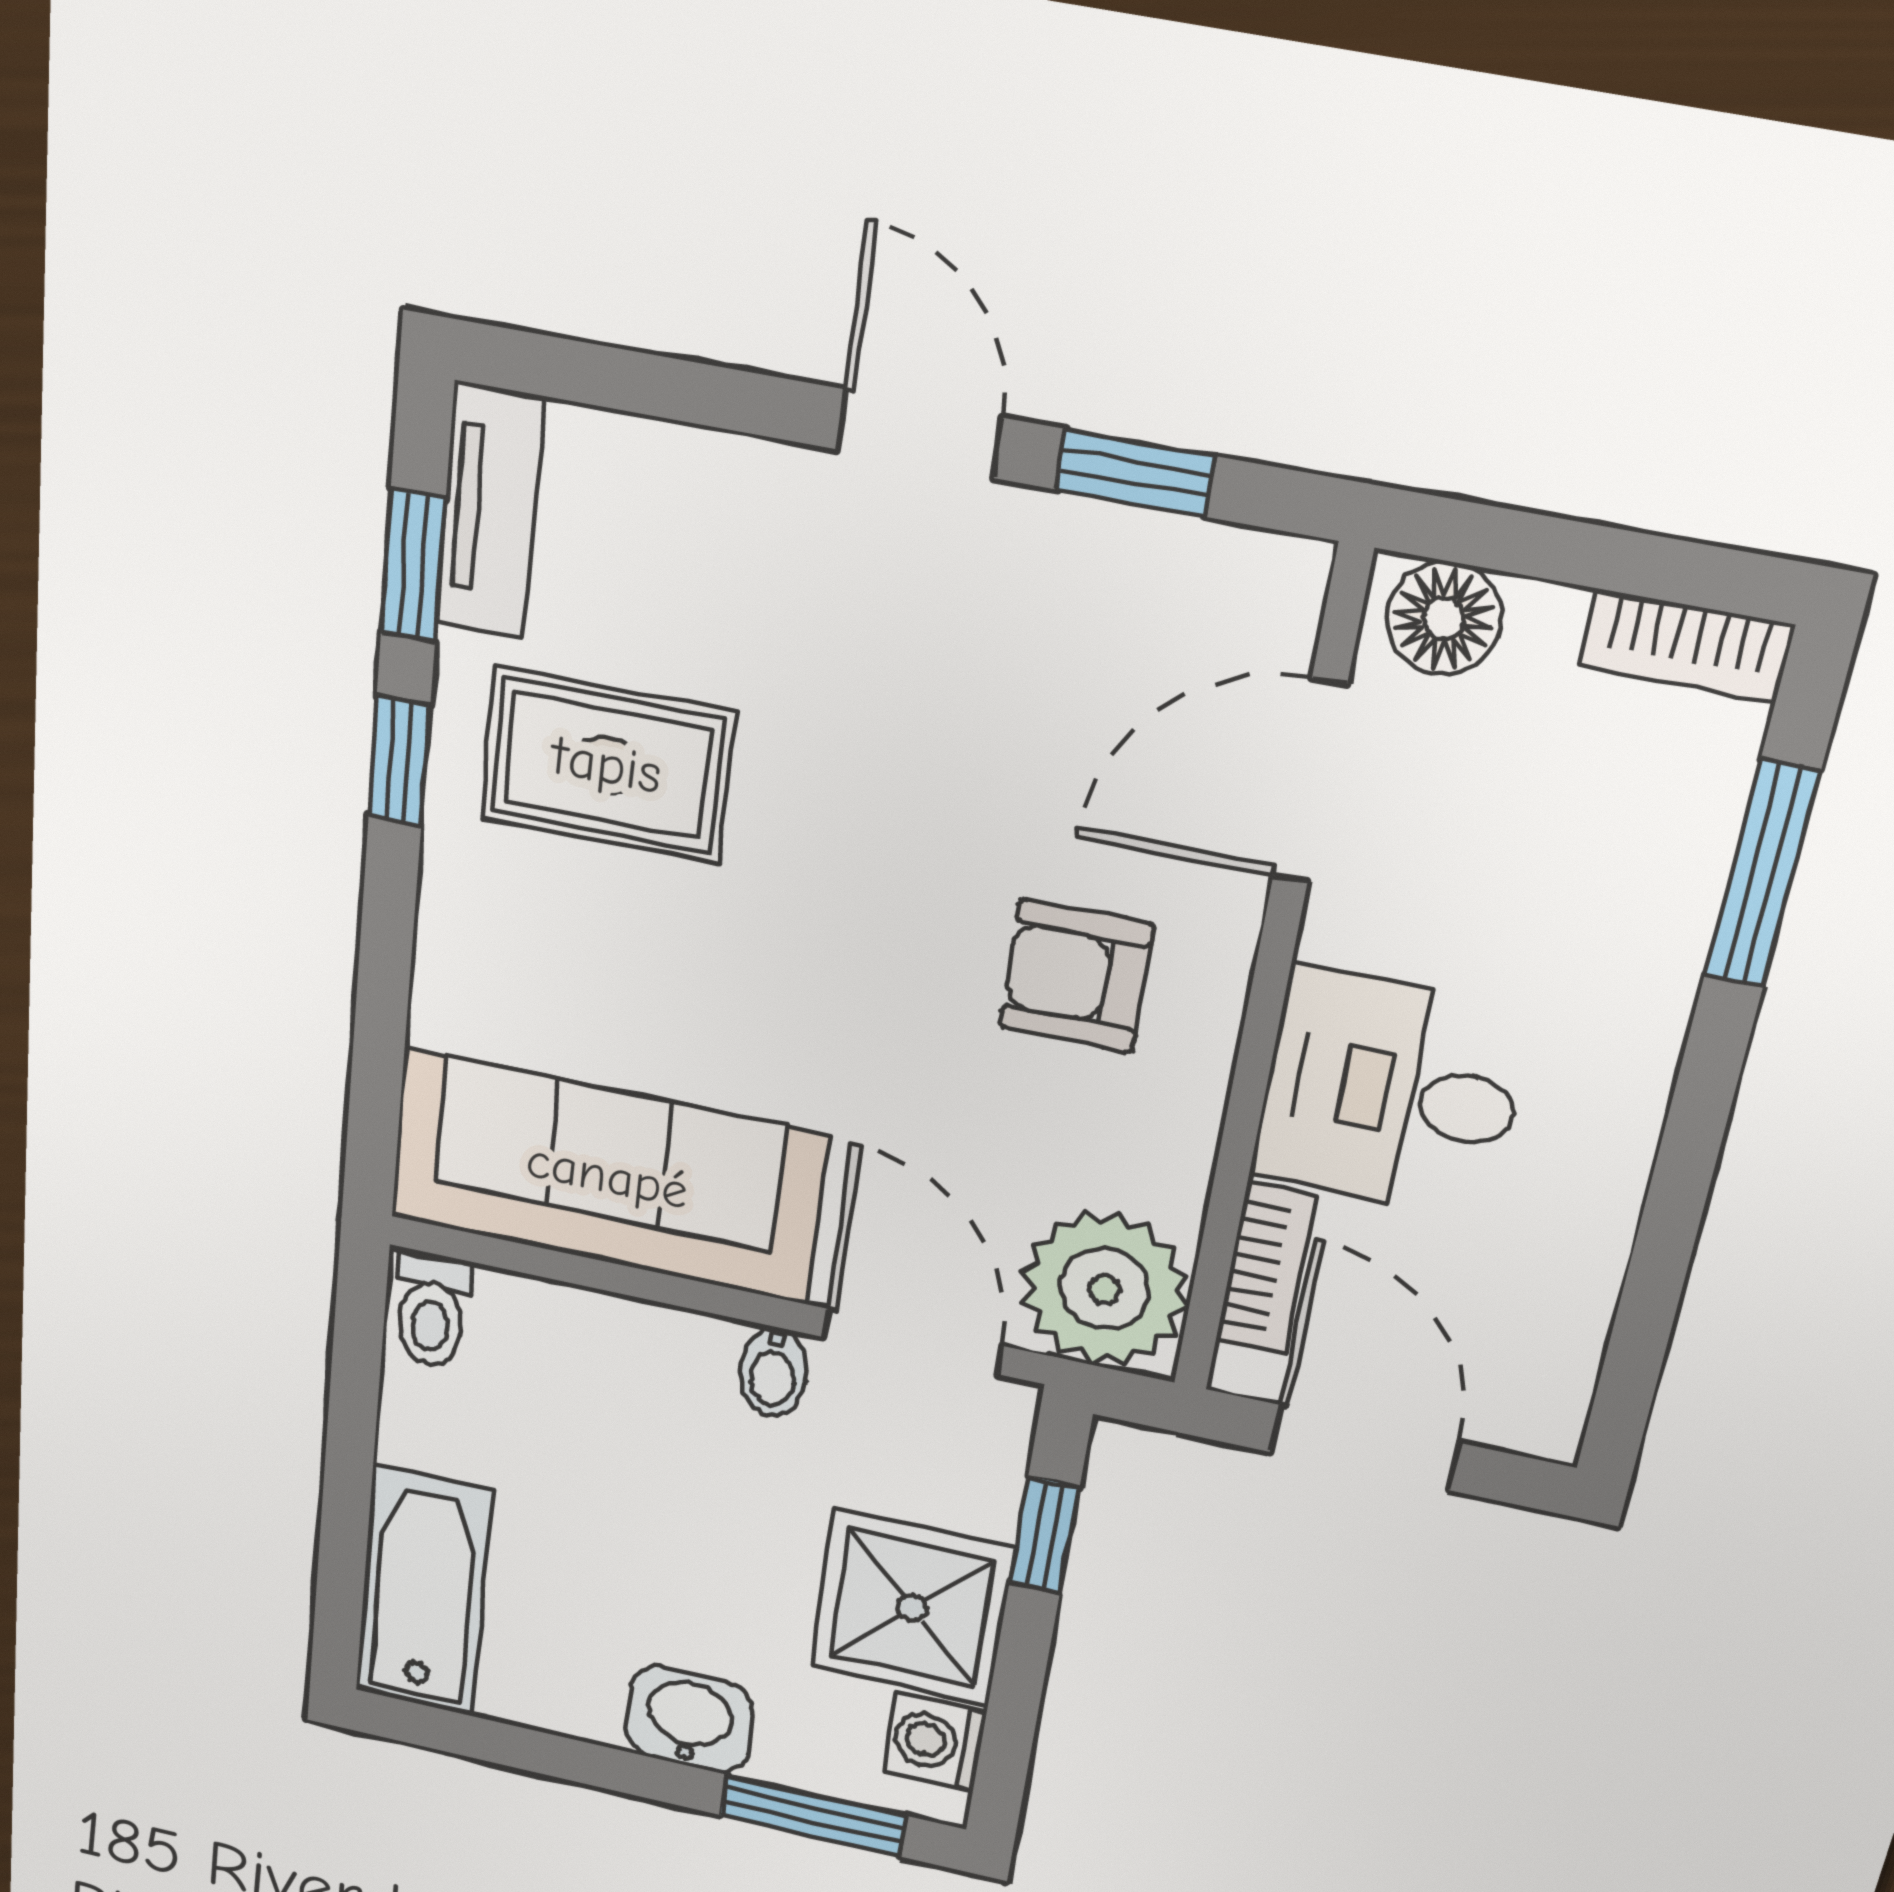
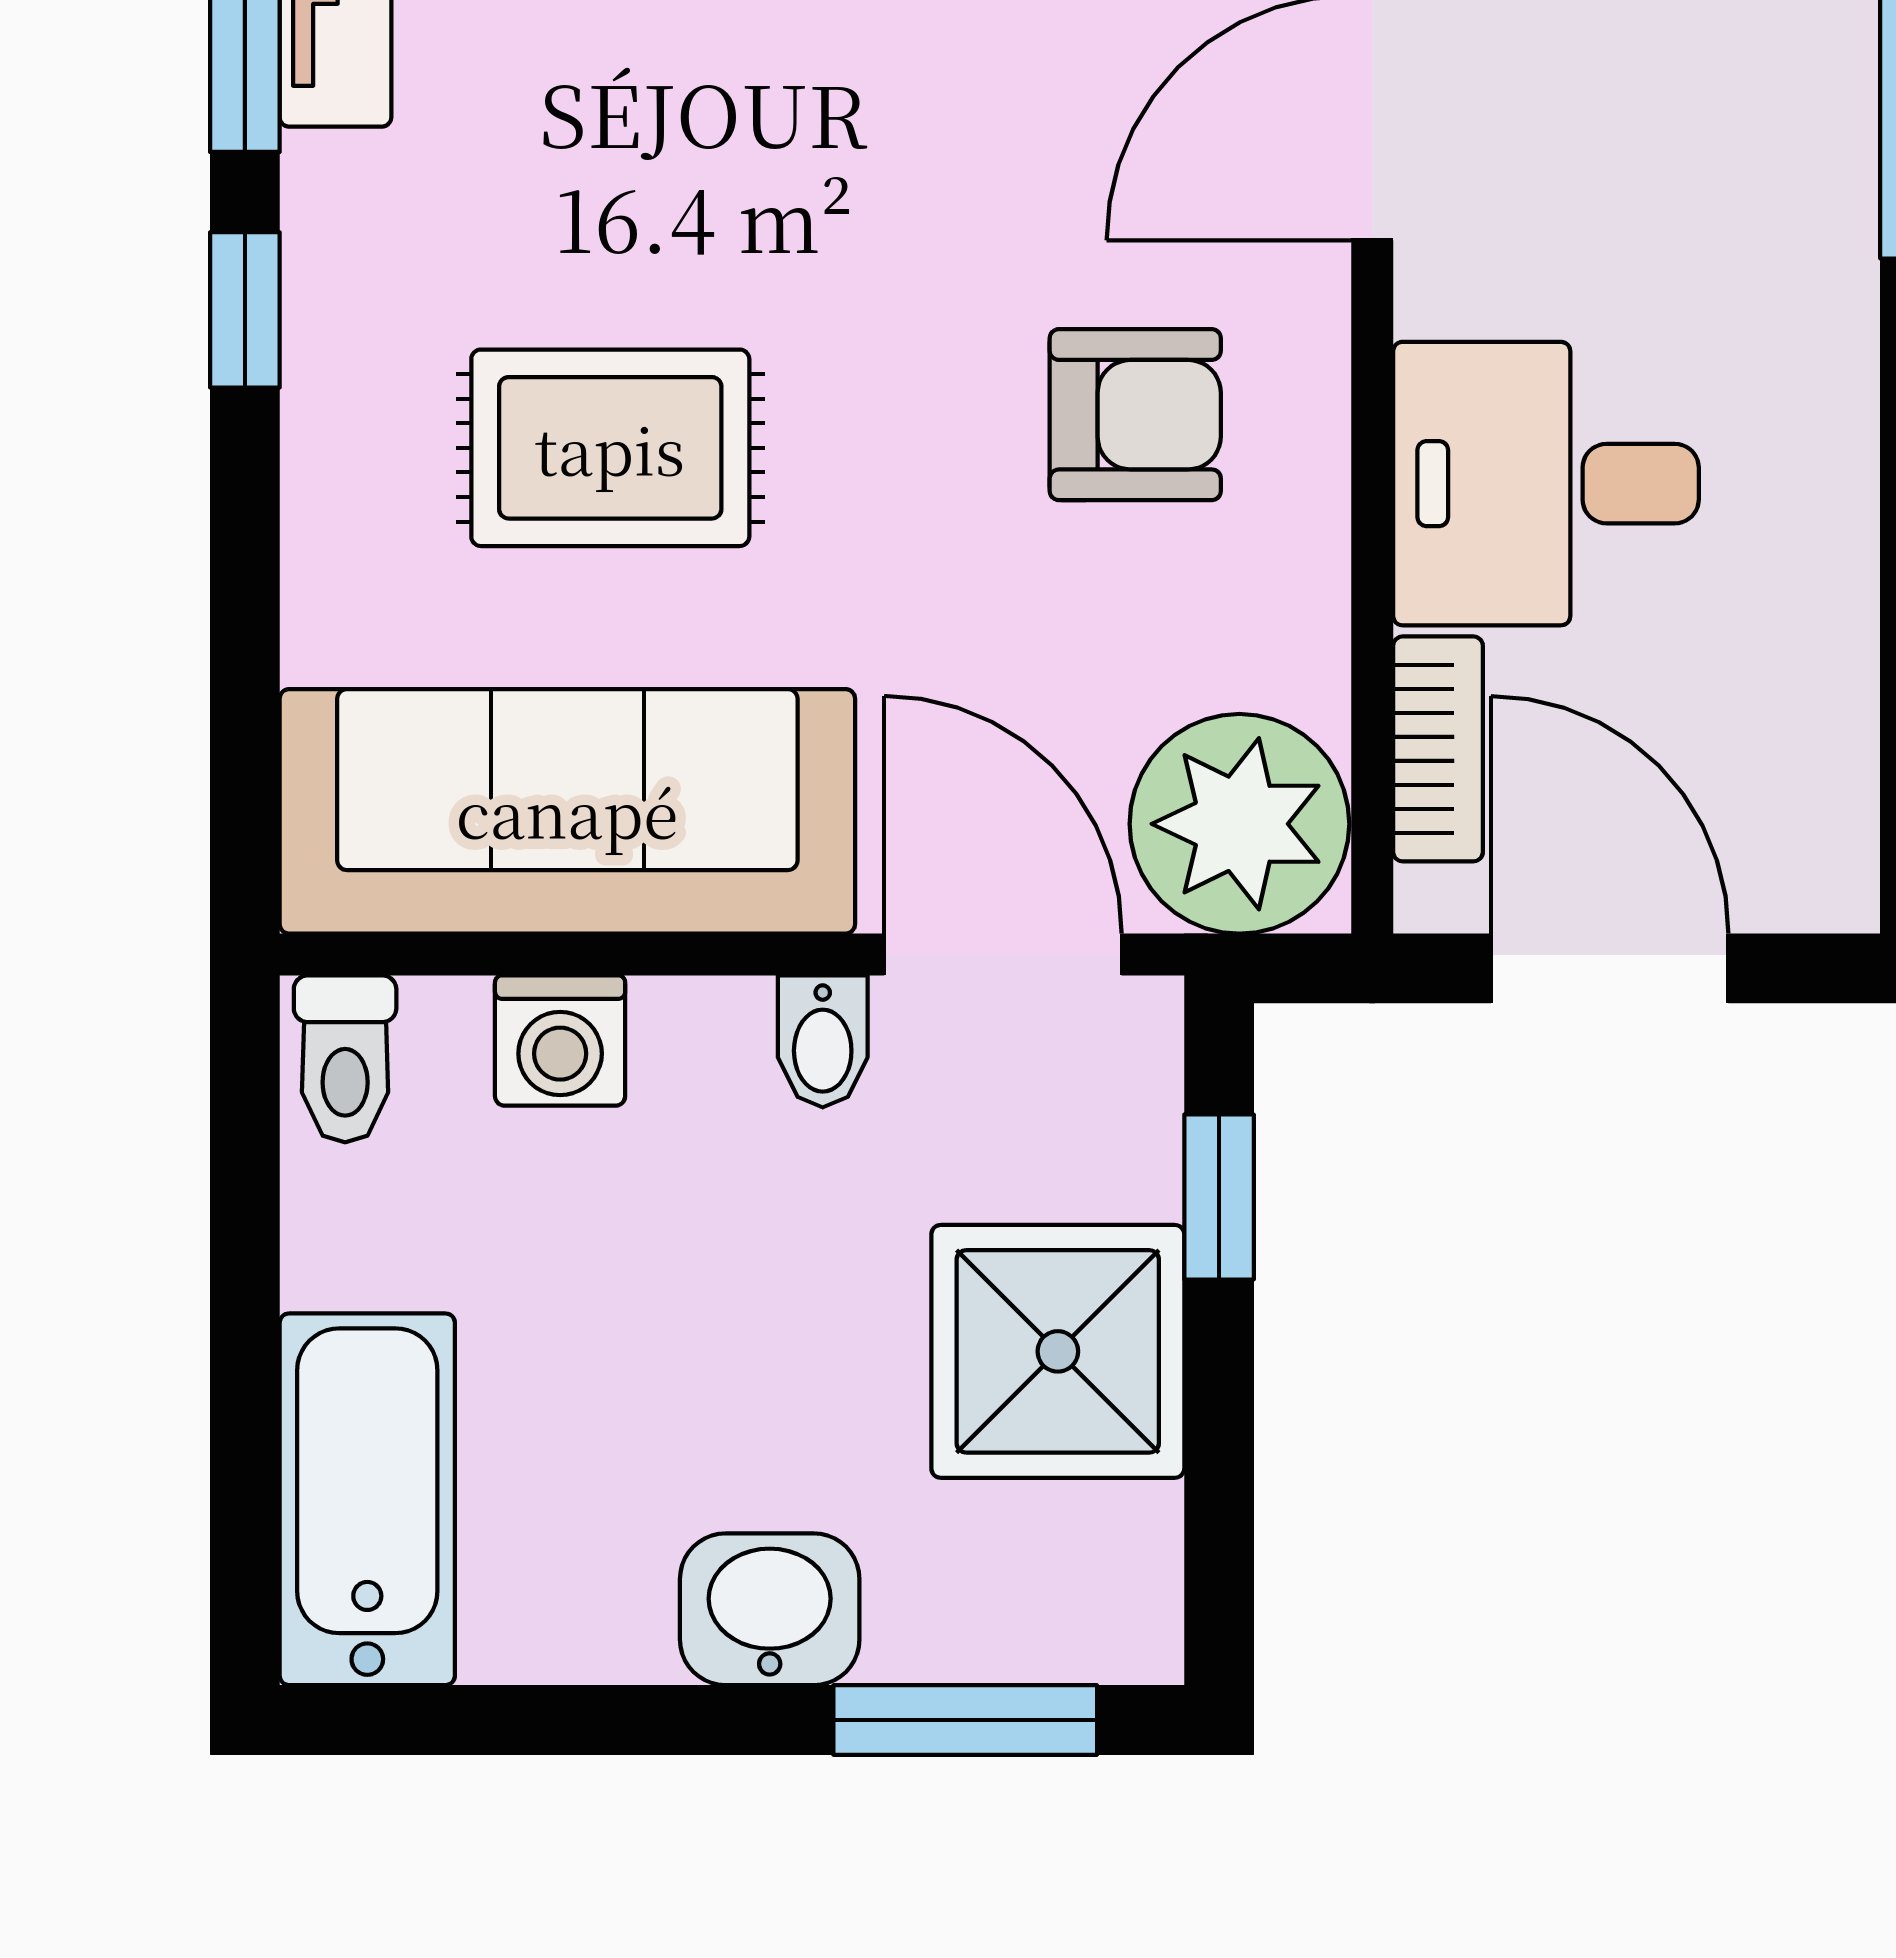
rug: (607, 765) -> (610, 448), moved
armchair: (1076, 976) -> (1135, 415), turned 180
washing machine: (935, 1742) -> (560, 1041), moved, turned -90

